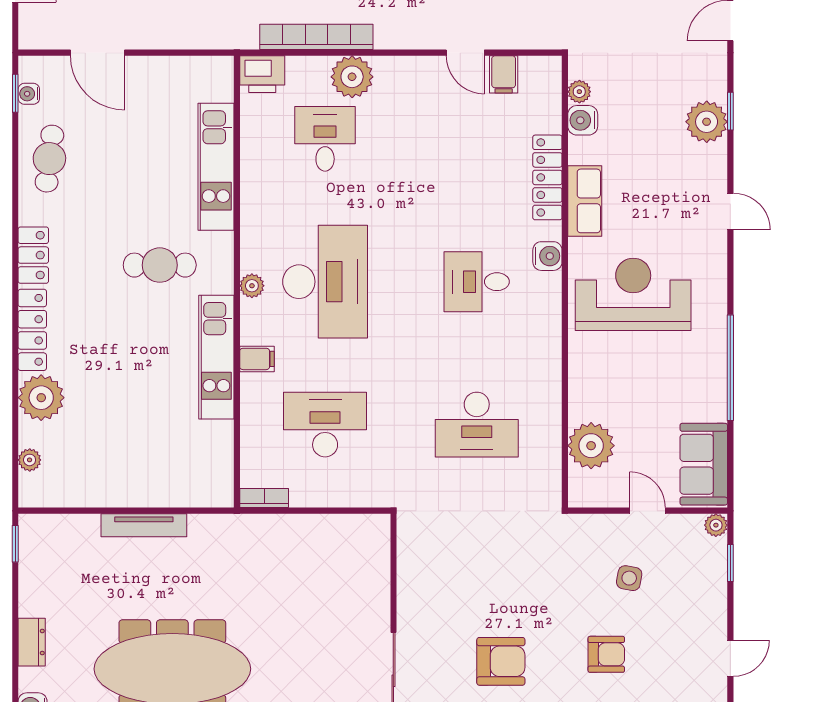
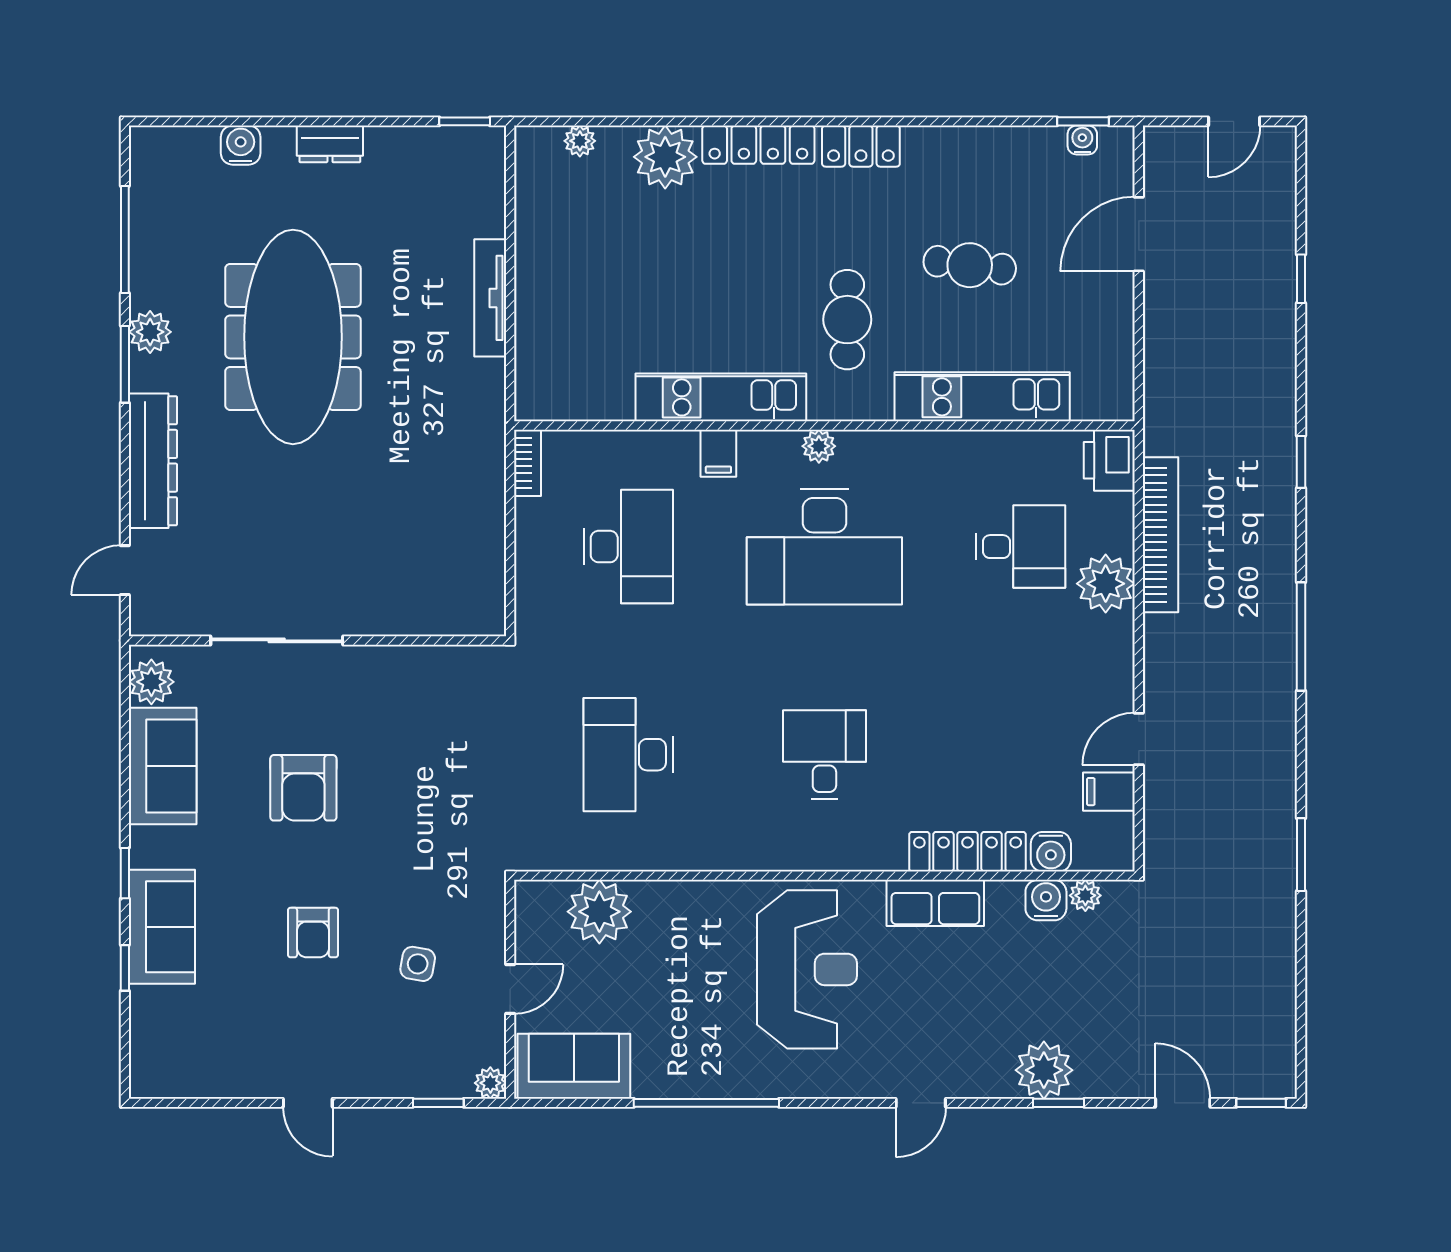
cafe table: (49, 159) -> (970, 265), moved
water cooler: (547, 256) -> (1051, 852), moved

